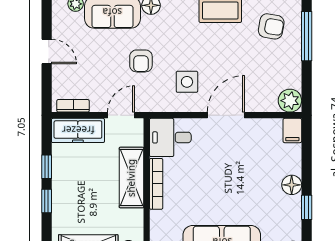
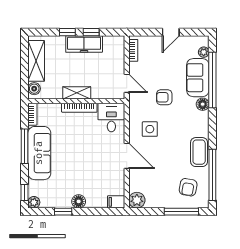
freezer: (78, 130) -> (84, 44), moved, turned -90
shelving: (131, 178) -> (77, 93), width x0.67, depth x0.75

